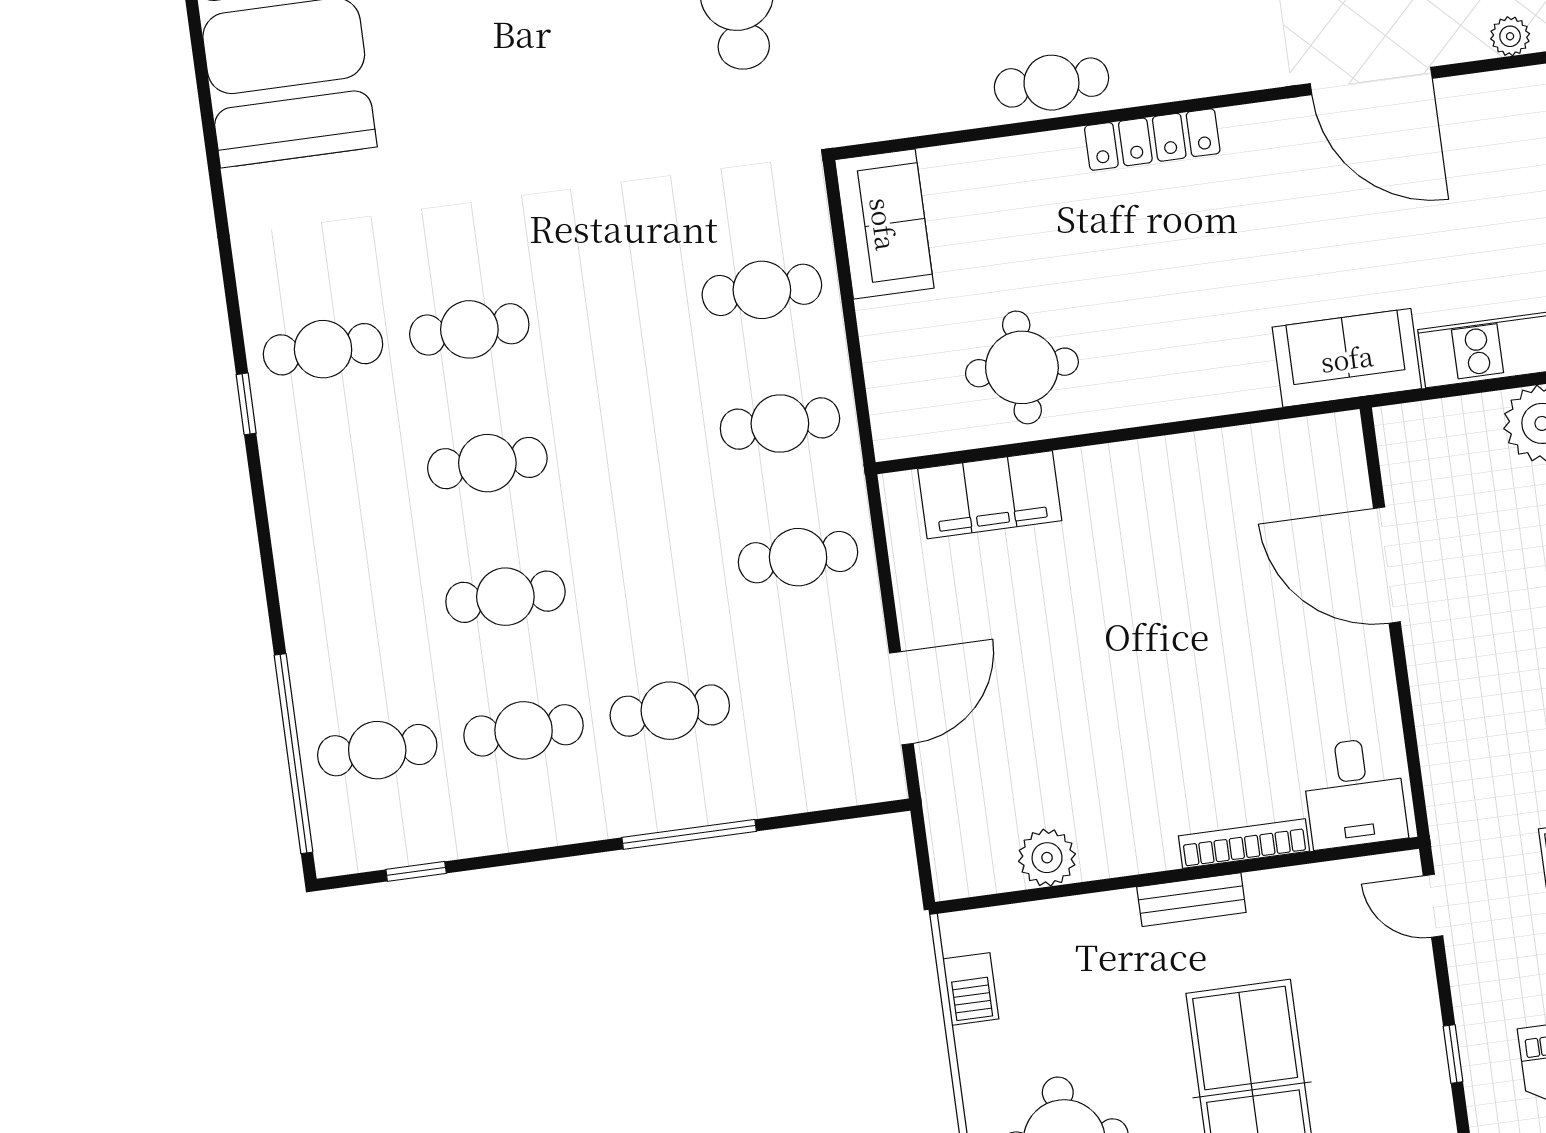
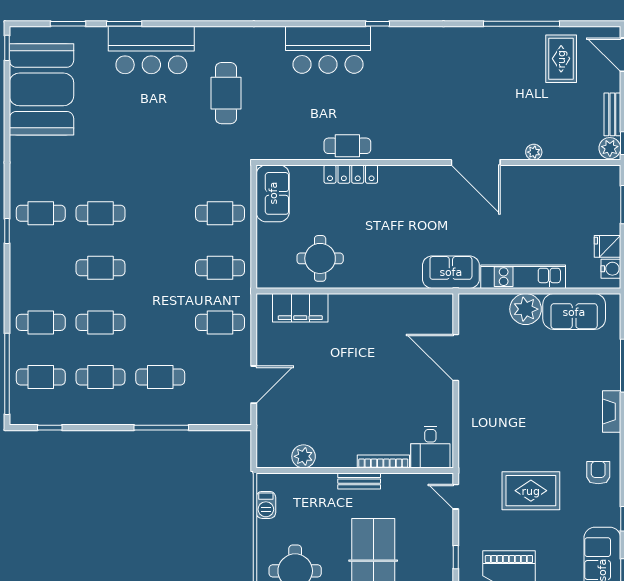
locker: (1152, 140) -> (351, 174), moved
cafe table: (359, 616) -> (41, 322), added

